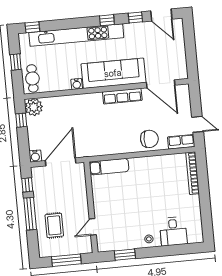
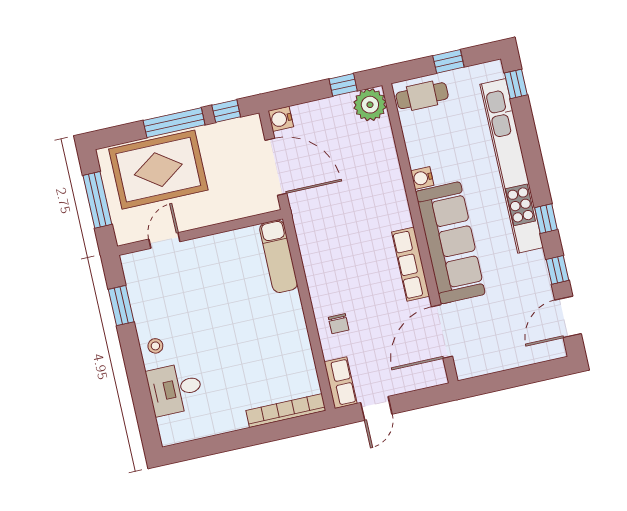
chair: (149, 139) -> (339, 324), width x0.54, depth x0.54
rug: (54, 225) -> (158, 170), width x1.86, depth x2.06
door: (93, 227) -> (164, 240), hinge flipped

